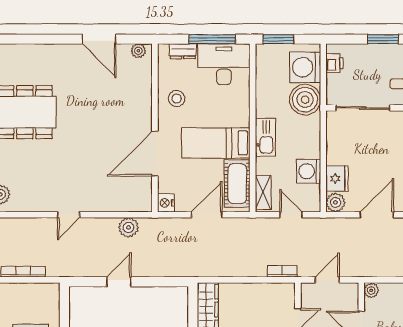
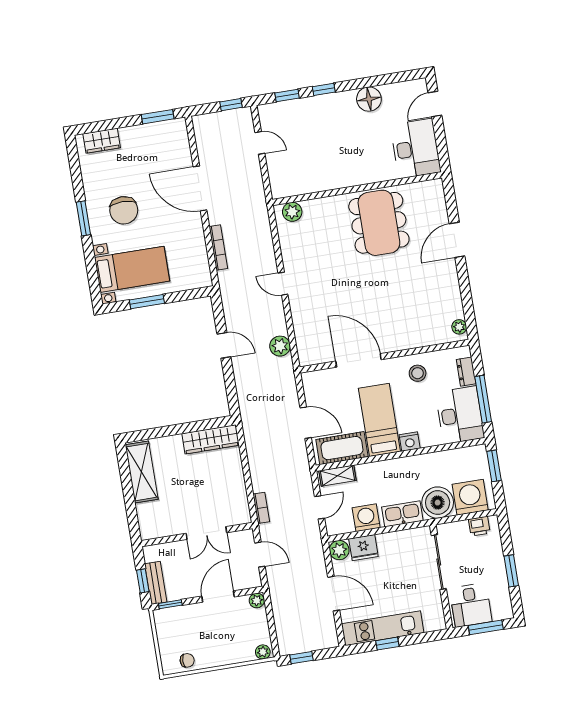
door: (99, 39) -> (457, 240), moved
kitchen sink: (265, 137) -> (402, 514), moved, turned 180
nightstand: (166, 203) -> (410, 442), moved, turned 180

